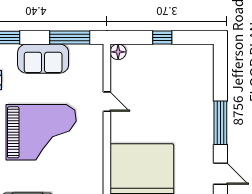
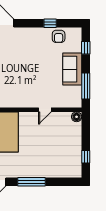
window: (162, 37) -> (86, 157), moved
grand piano: (41, 132) -> (25, 68), removed

